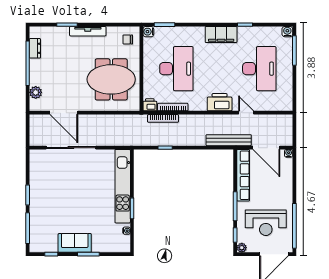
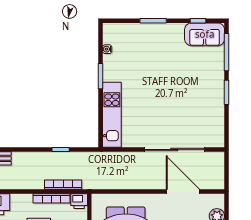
kitchen unit: (123, 186) -> (112, 115), width x0.73
sofa: (75, 243) -> (205, 34), moved

